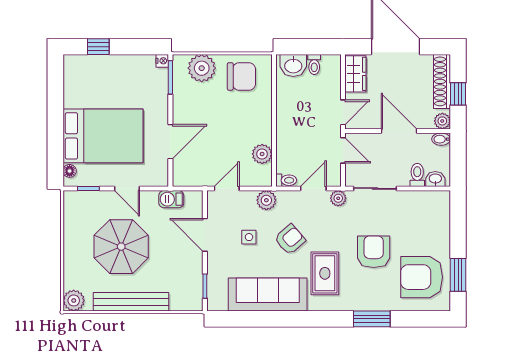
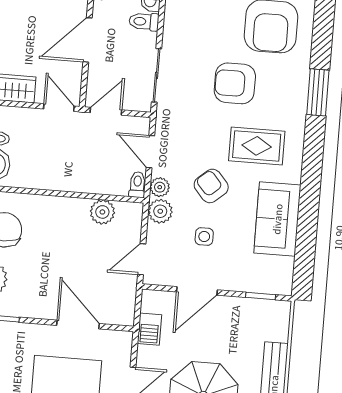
door: (227, 188) -> (142, 259), hinge flipped
plant: (338, 198) -> (160, 187), moved
sofa: (268, 295) -> (277, 219), width x0.73

